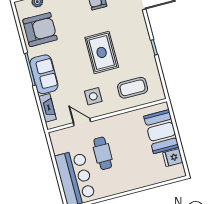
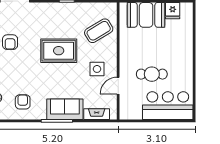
armchair: (40, 30) -> (23, 102), width x0.53, depth x0.53
coffee table: (133, 88) -> (99, 31), turned 59

